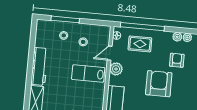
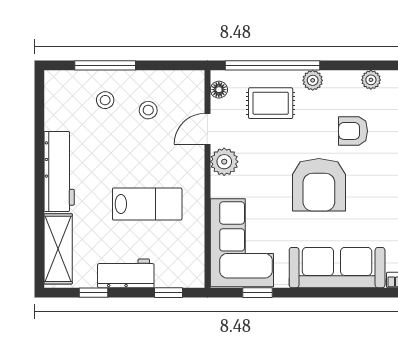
plant: (177, 37) -> (313, 80), moved
armchair: (177, 60) -> (353, 131), turned -90
lab bench: (88, 74) -> (147, 204), moved, turned 180
armchair: (159, 84) -> (319, 185), turned 180

